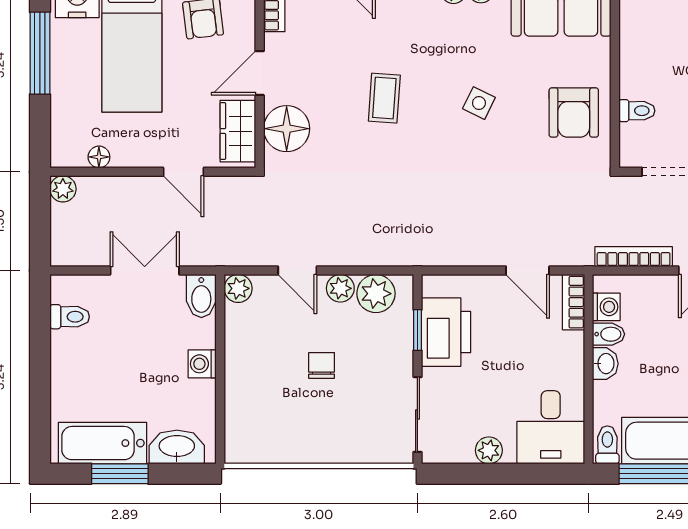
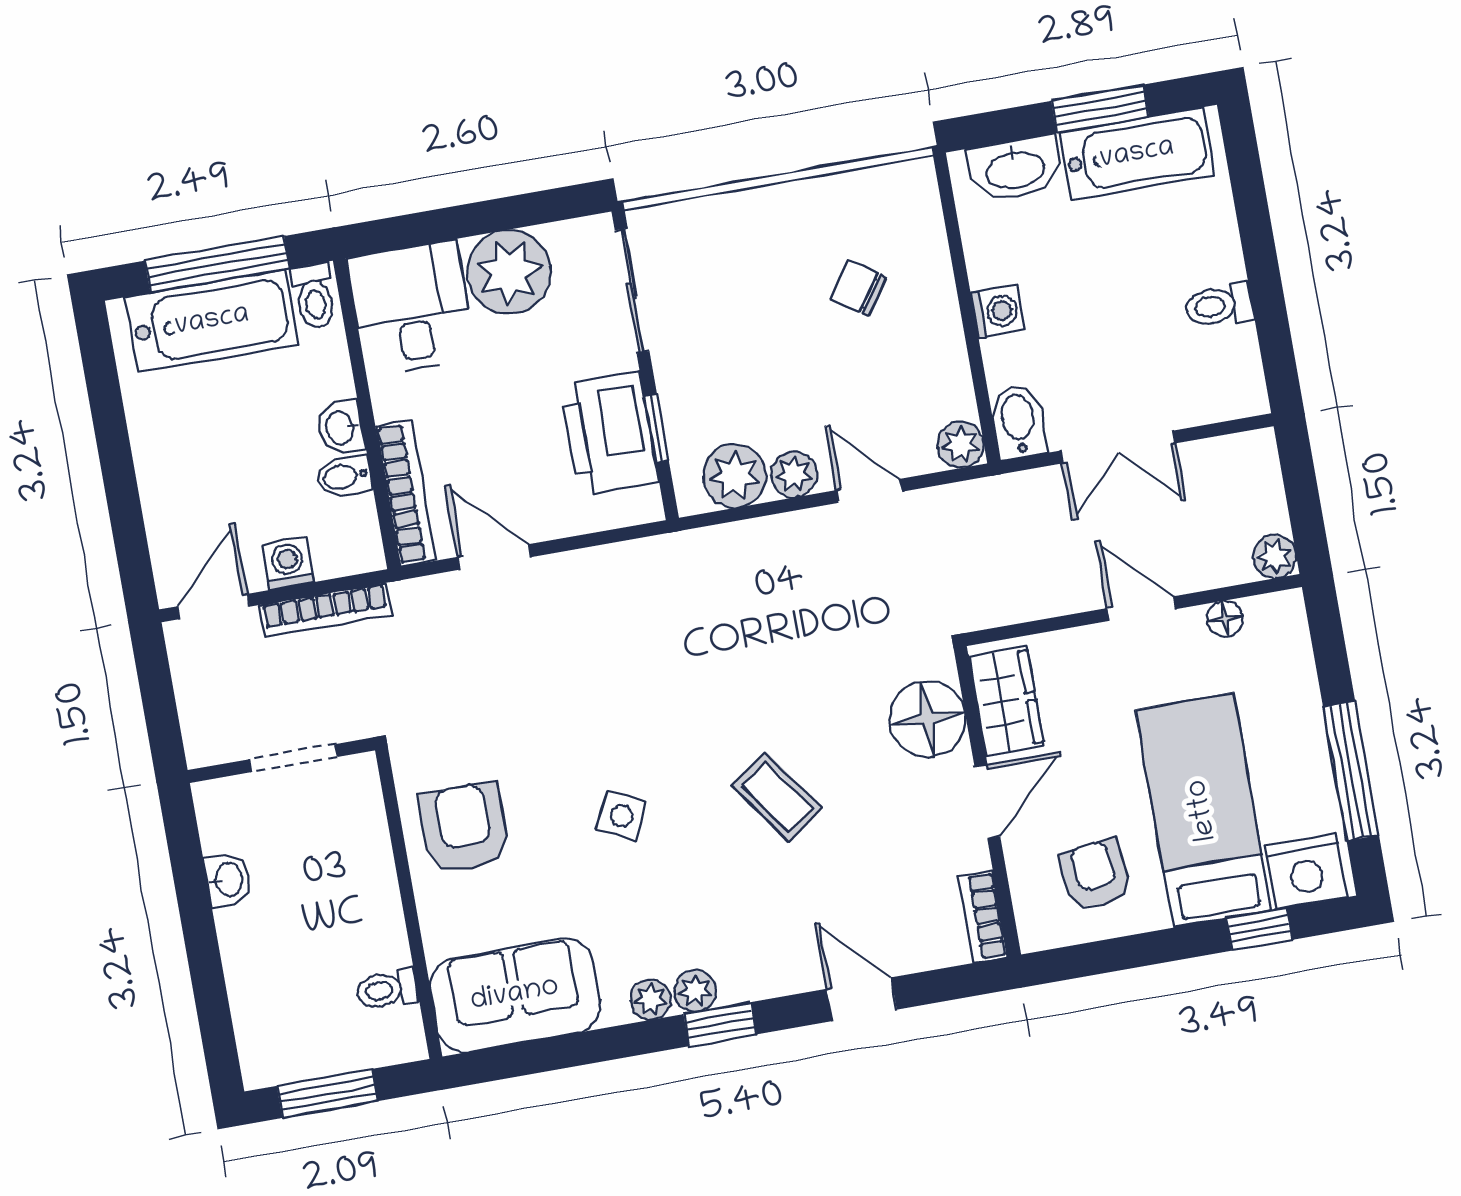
coffee table: (384, 98) -> (777, 797), turned -39
toilet: (637, 111) -> (387, 989), moved
door: (183, 172) -> (1141, 609), moved
bookcase: (573, 302) -> (406, 493), width x1.56
washing machine: (606, 307) -> (288, 564), moved, turned 90
toilet: (70, 317) -> (1219, 305), moved
chair: (322, 365) -> (858, 288), moved, turned 124
plant: (489, 450) -> (509, 272), width x1.88, depth x1.88

